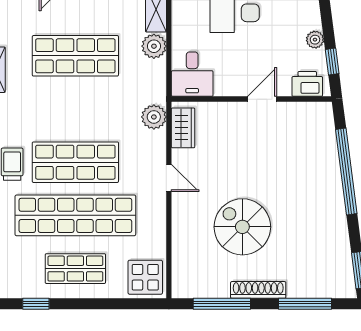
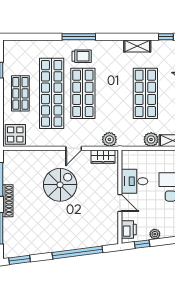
desk: (192, 74) -> (135, 181), moved
spiral stairs: (242, 227) -> (60, 185), moved

